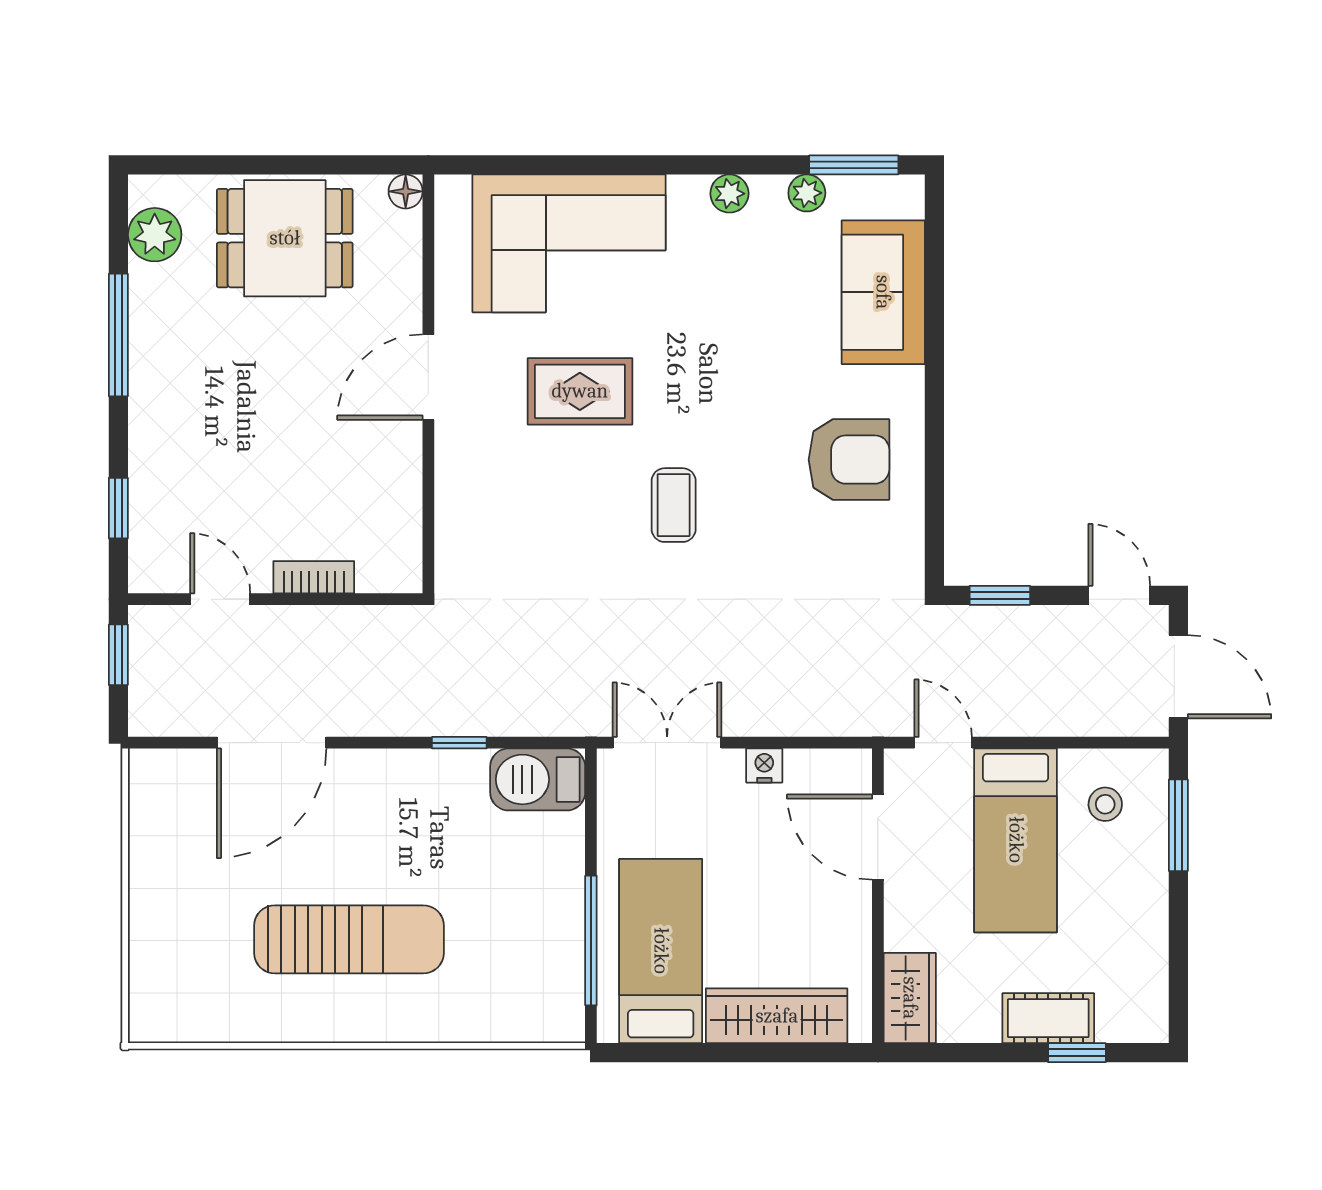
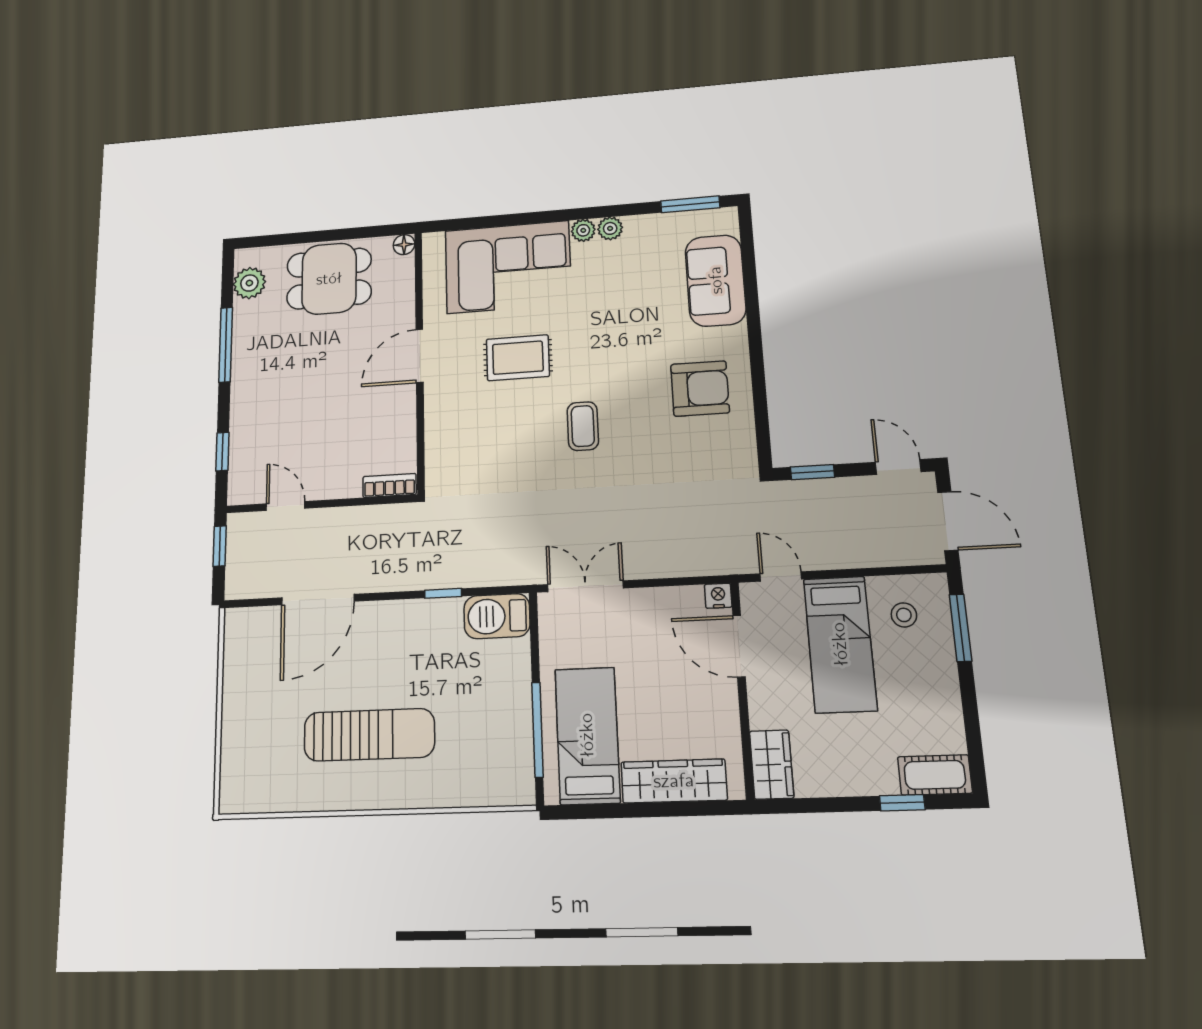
plant: (807, 193) -> (583, 230), moved
bookcase: (314, 577) -> (390, 485), moved
nightstand: (764, 765) -> (718, 596), moved
cot: (1048, 1018) -> (935, 775), moved

